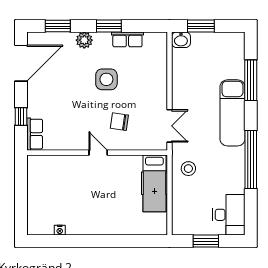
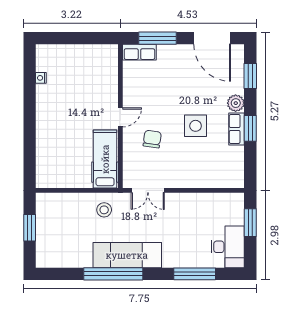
row of seats: (127, 39) -> (237, 129), moved
washbasin: (181, 40) -> (236, 202), removed
exam couch: (232, 113) -> (127, 255), moved
window: (21, 116) -> (157, 38), width x2.17
hospital bed: (154, 183) -> (105, 159), moved, turned 90
desk: (229, 215) -> (228, 247), moved, turned -90

